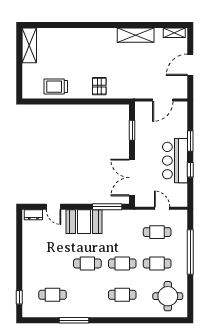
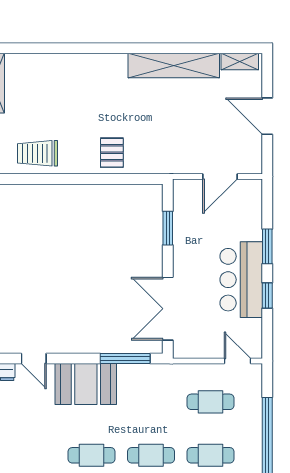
shelving: (136, 35) -> (174, 66), width x1.47
door: (190, 65) -> (267, 116), hinge flipped
door: (162, 208) -> (237, 361), moved

